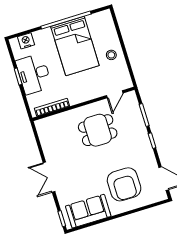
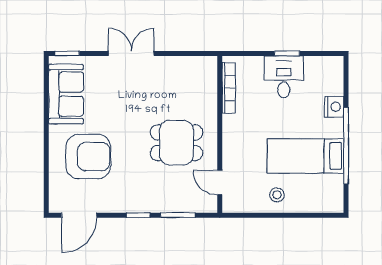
nightstand: (26, 41) -> (334, 107), moved
bed: (75, 46) -> (305, 156), width x0.67
desk: (34, 74) -> (284, 77), width x0.73
dining table: (98, 130) -> (176, 143), turned 90
armchair: (124, 184) -> (88, 157), turned 180

